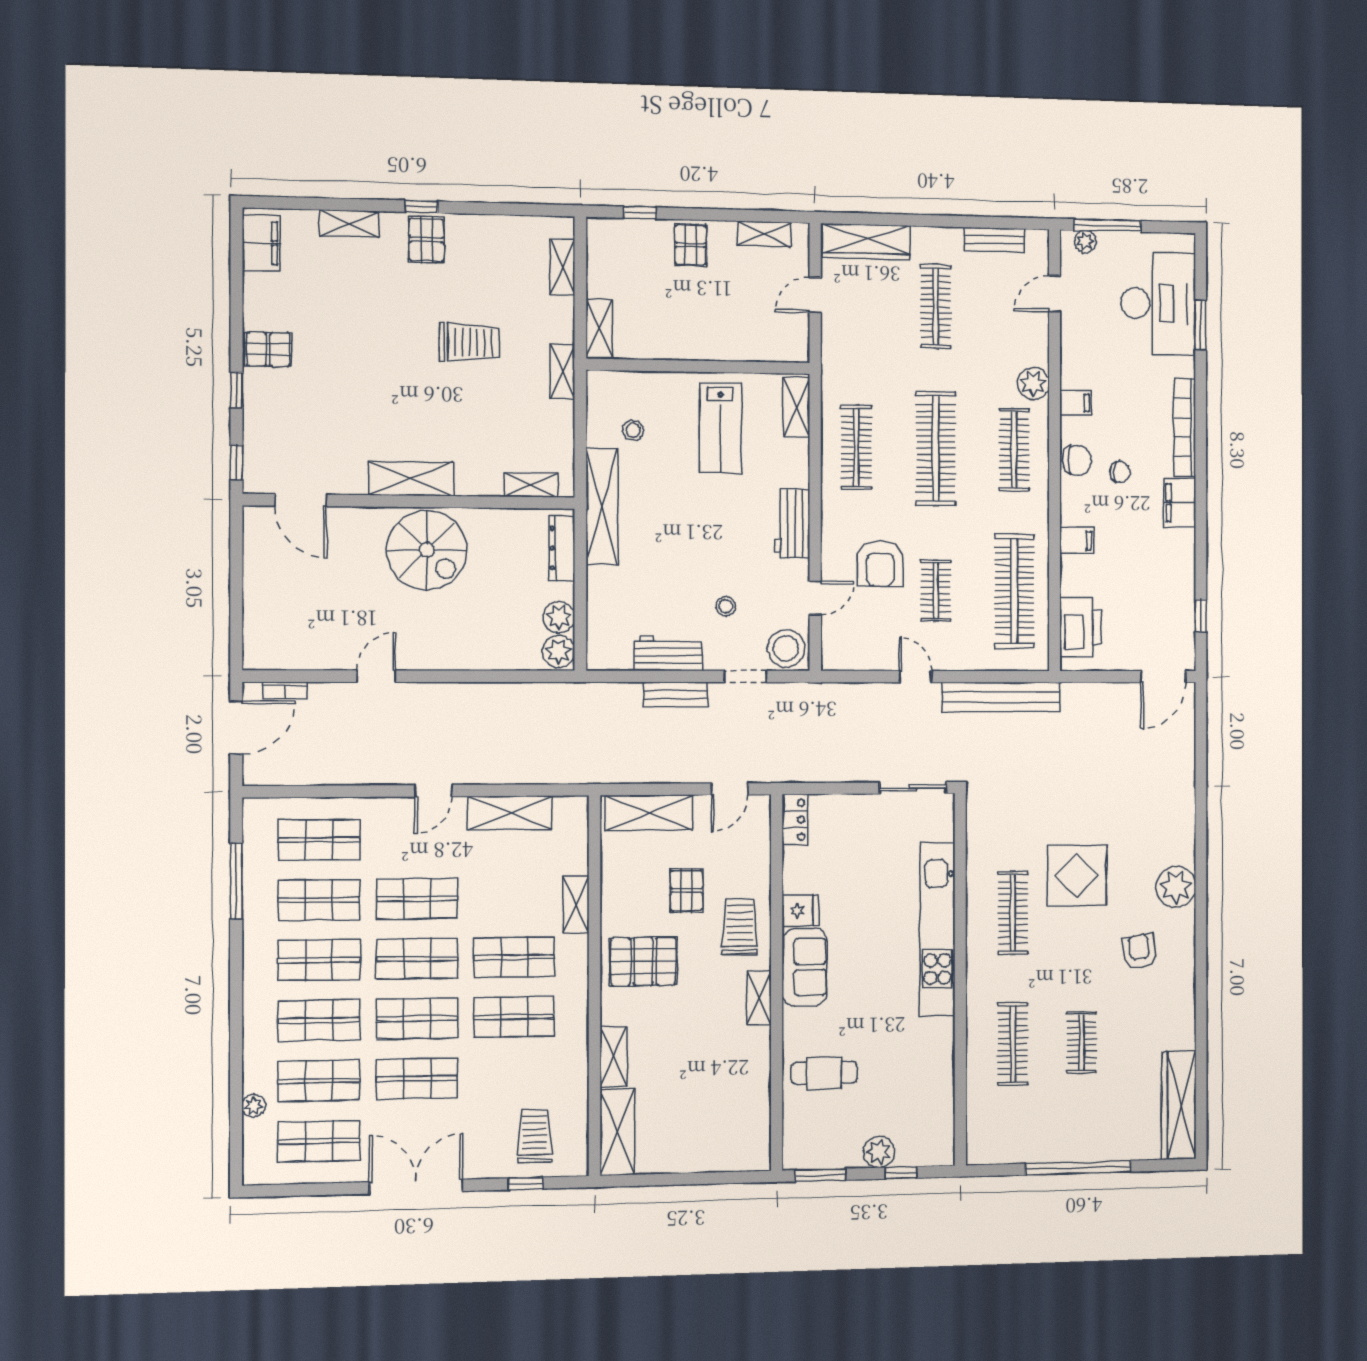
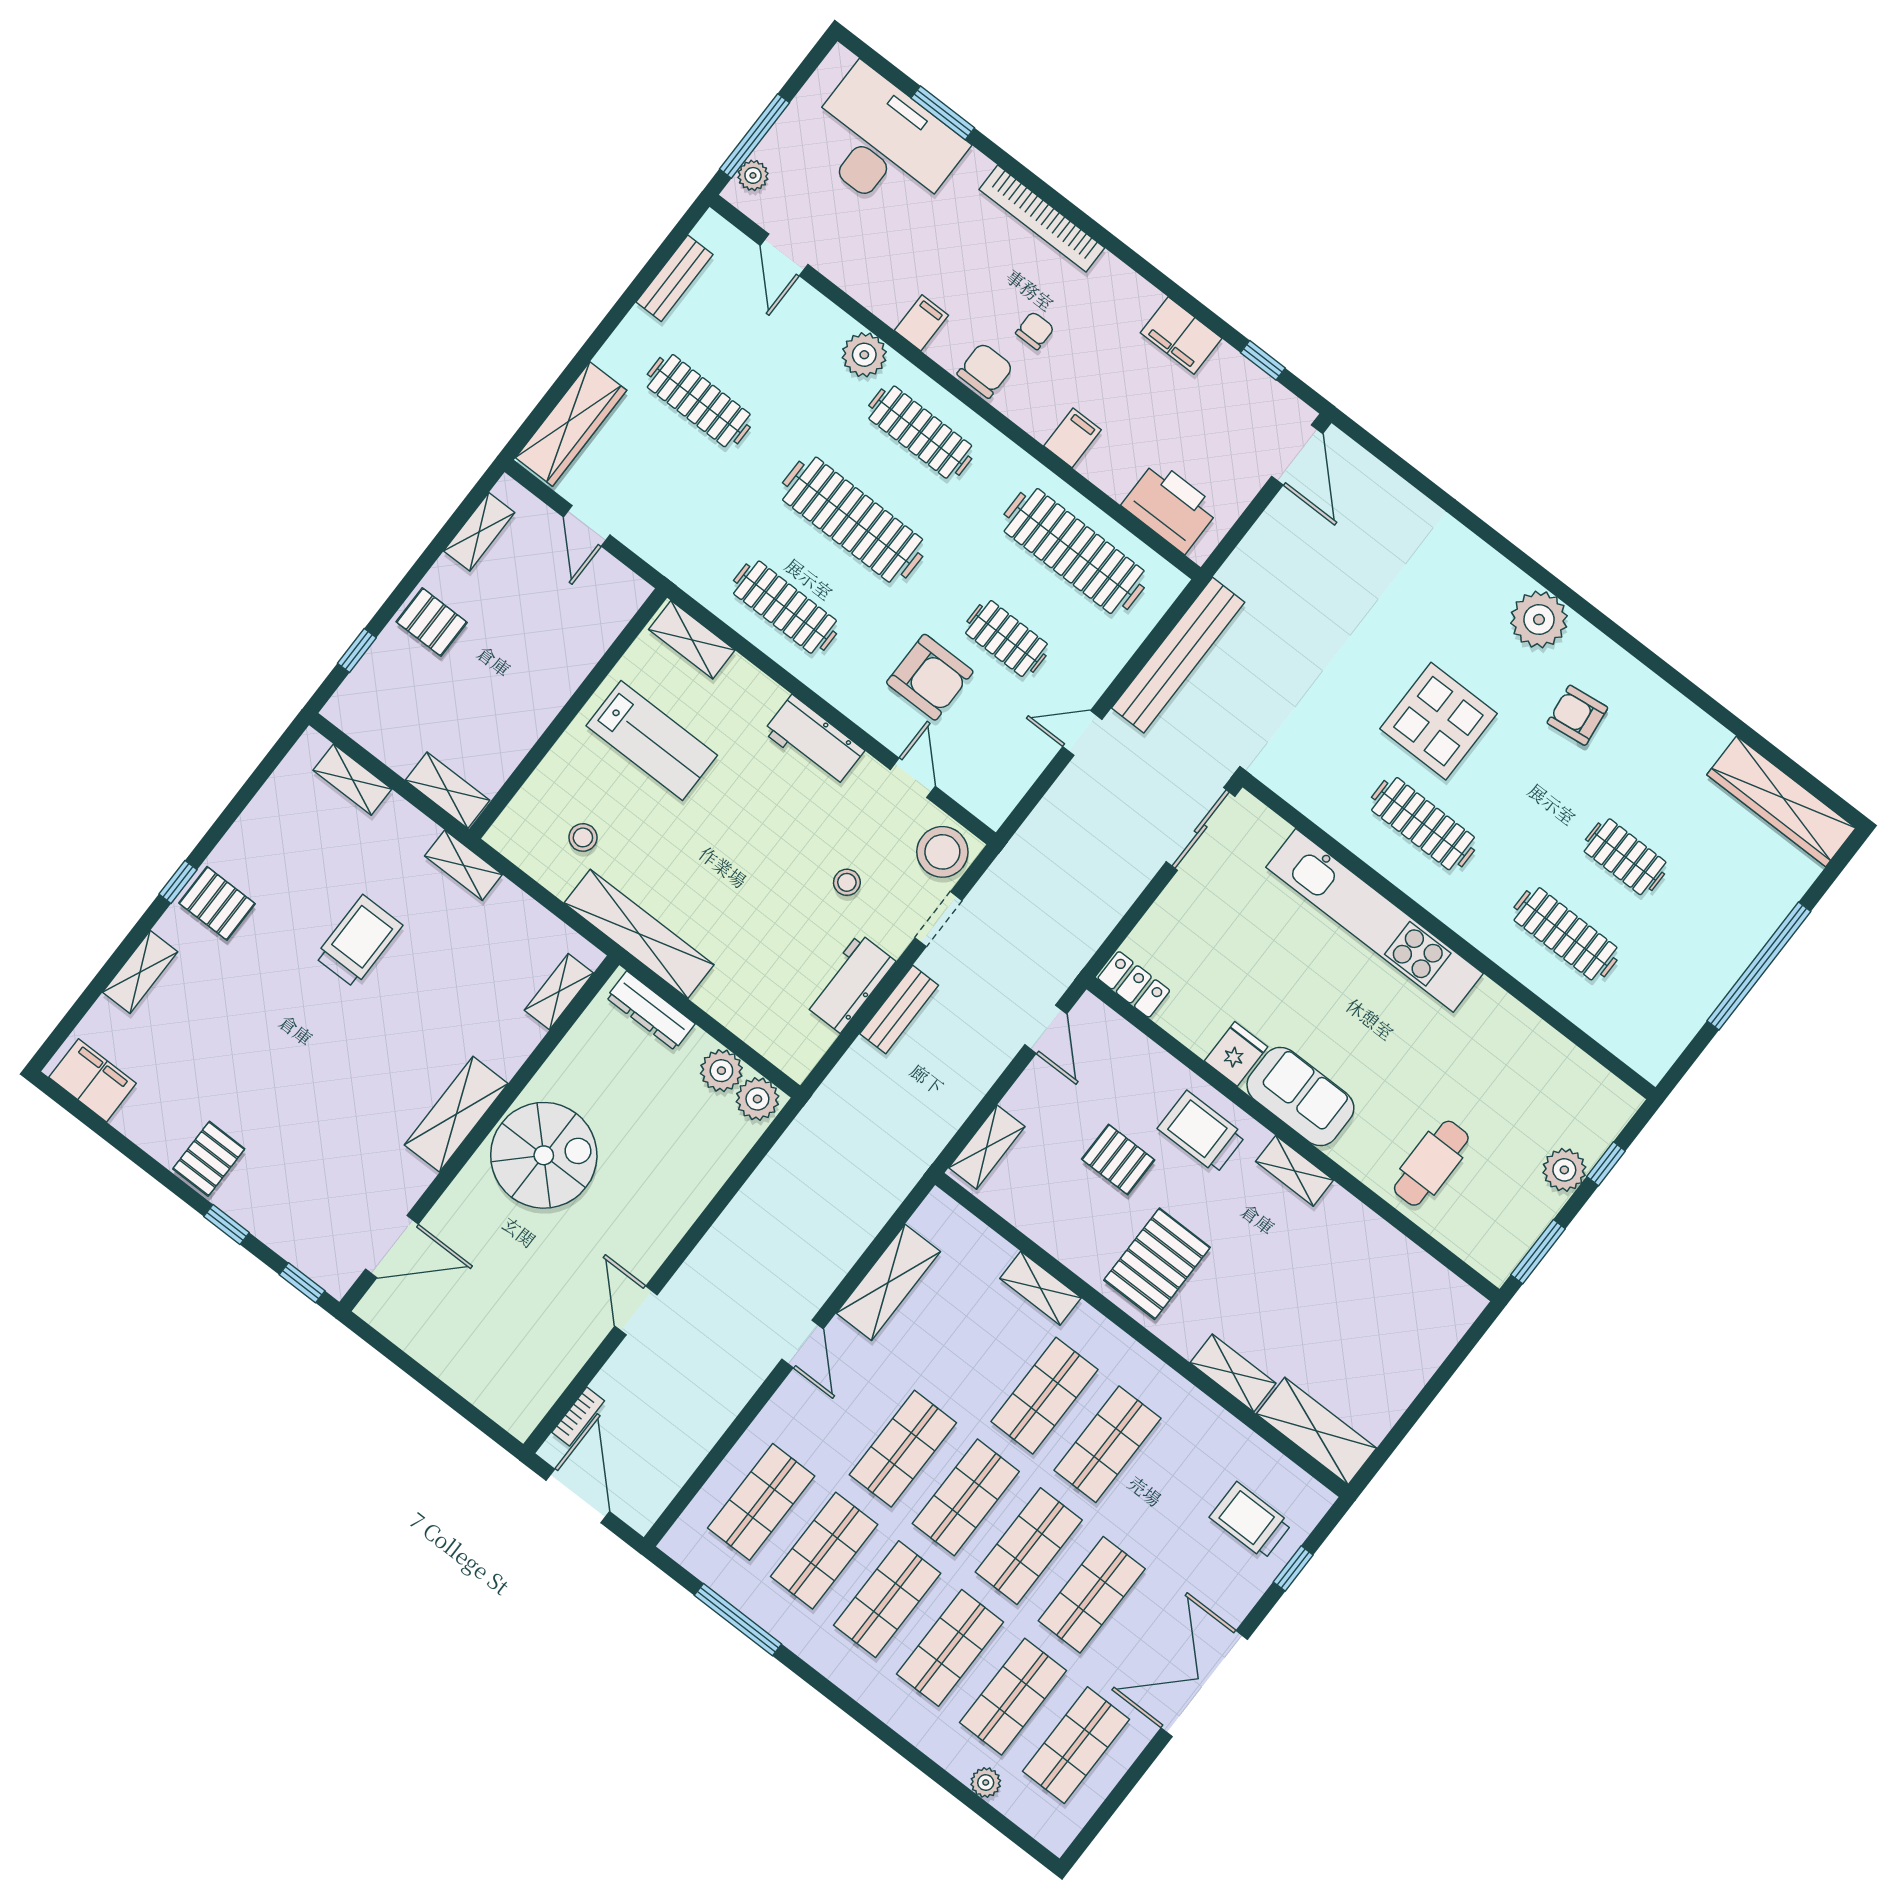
filing cabinet: (1180, 503) -> (1181, 335), moved
shelving: (649, 813) -> (987, 1147), width x0.67, depth x0.75

